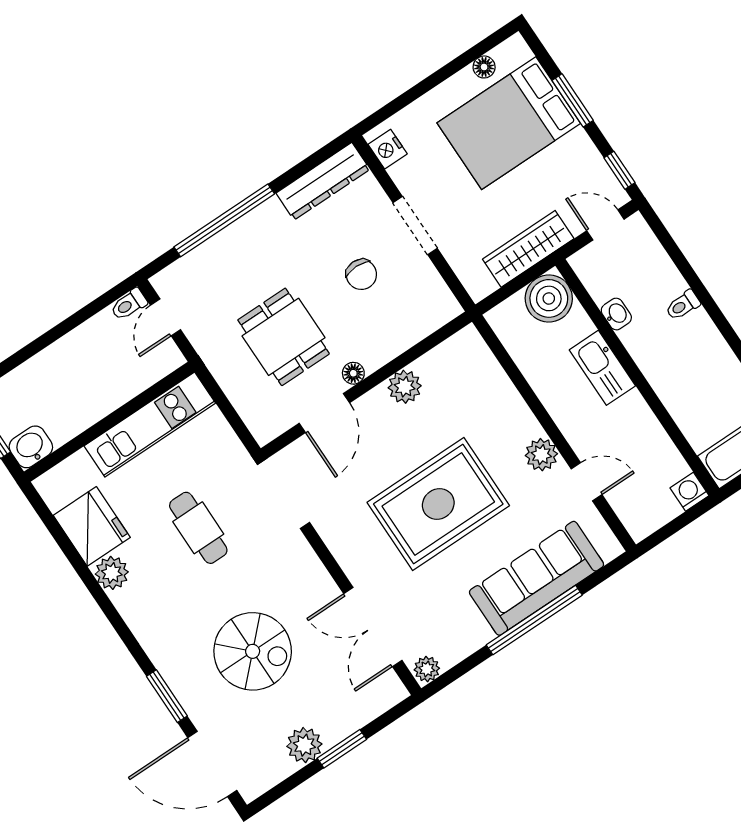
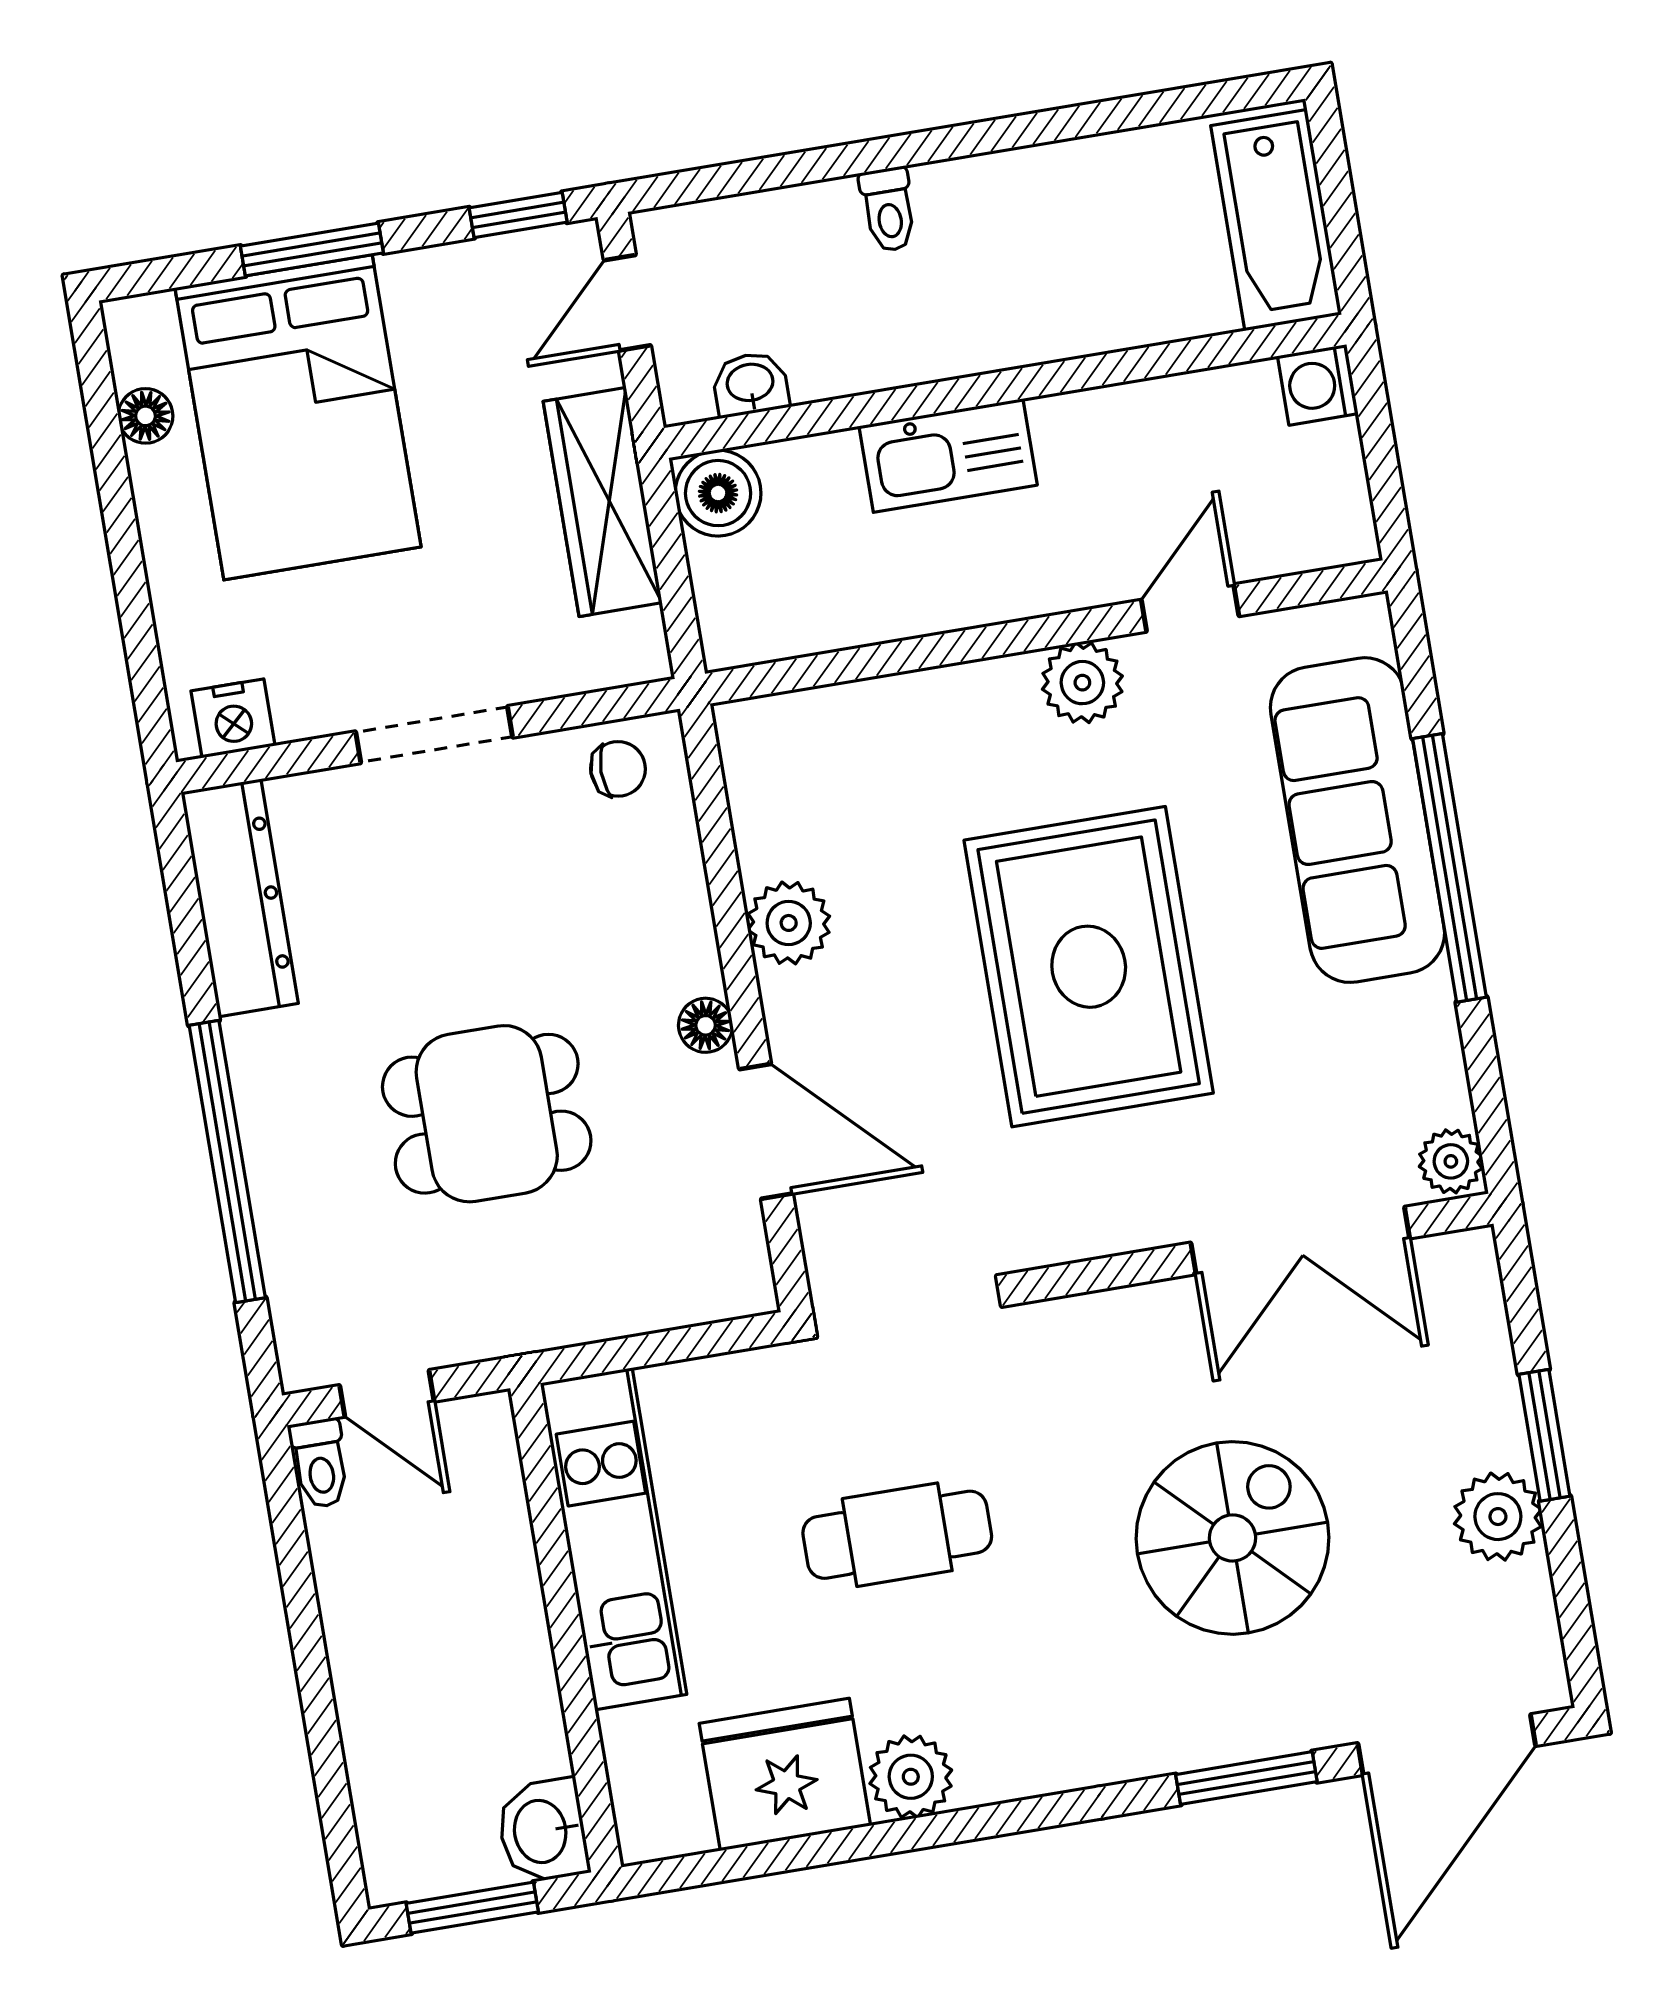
chair: (361, 274) -> (618, 769), moved, width x0.73, depth x0.73
boiler: (549, 298) -> (718, 493), width x0.73, depth x0.73
washbasin: (616, 314) -> (750, 384), moved
dining table: (284, 337) -> (487, 1114), moved

